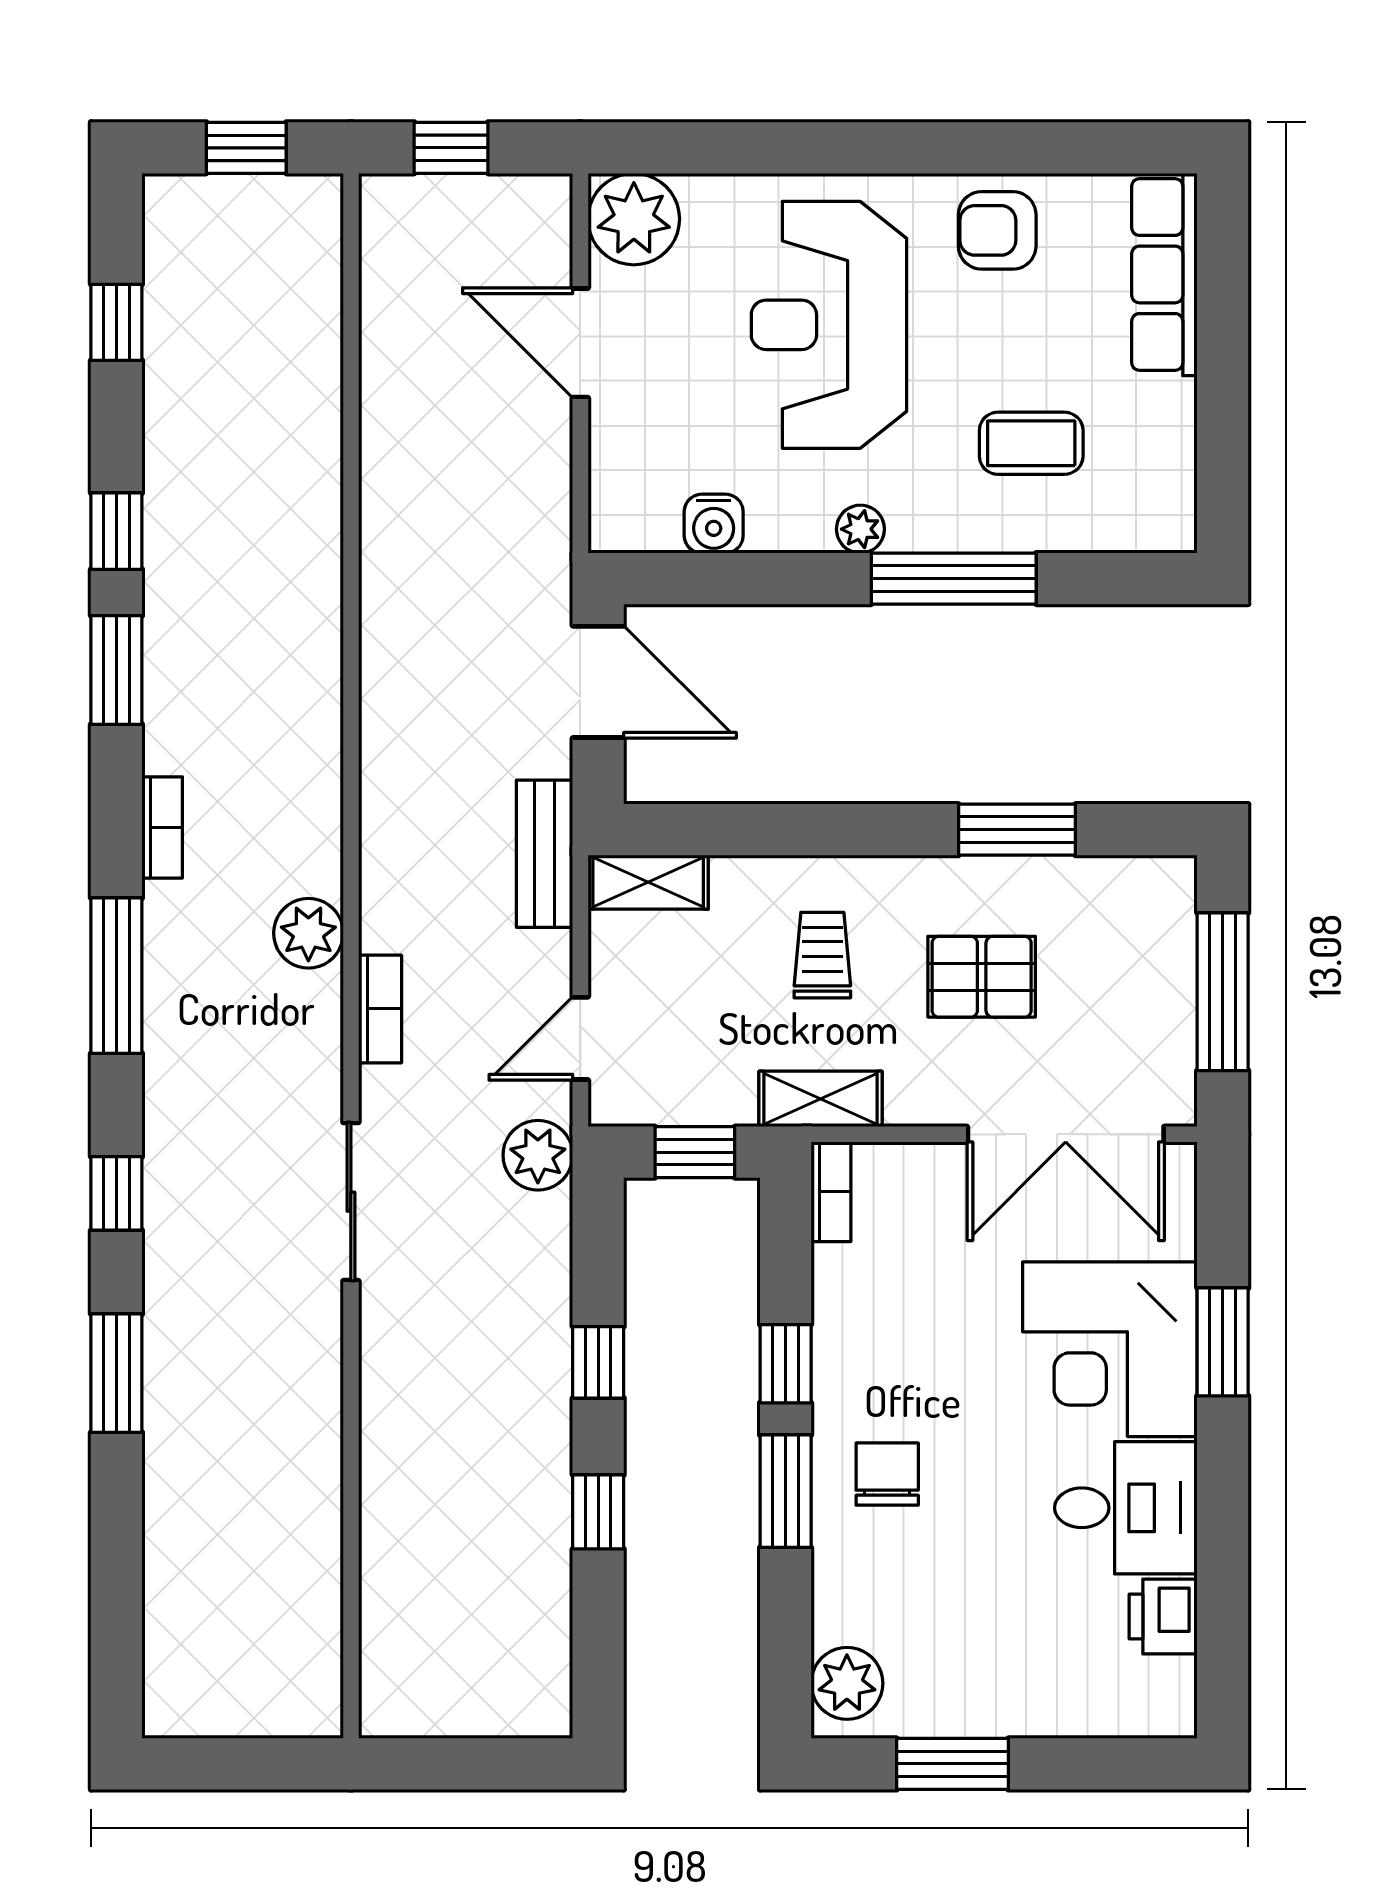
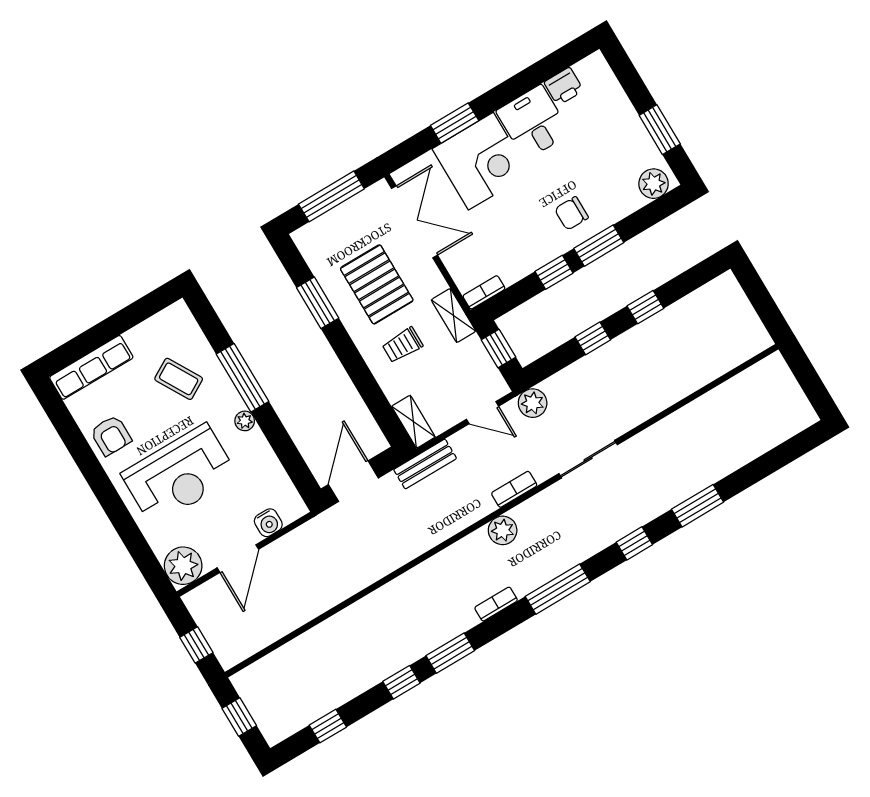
coffee table: (1031, 443) -> (179, 379), turned -30
water cooler: (714, 524) -> (268, 523), moved, turned 90
pallet: (982, 977) -> (377, 284), width x1.50, depth x1.42

